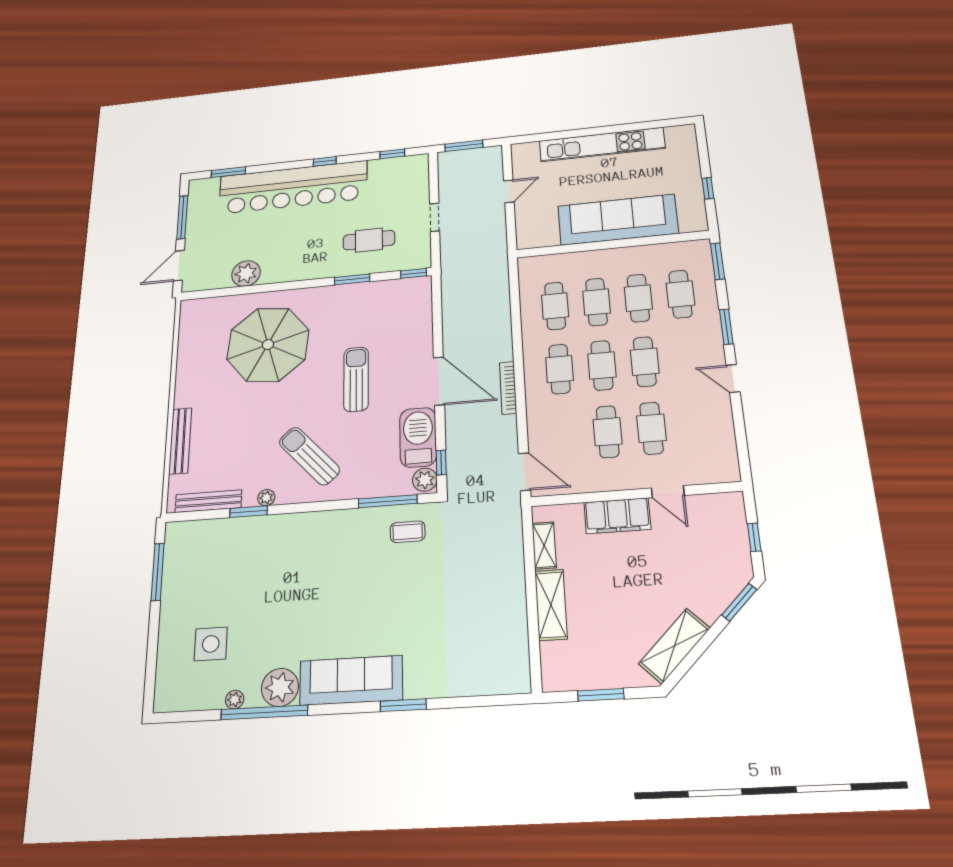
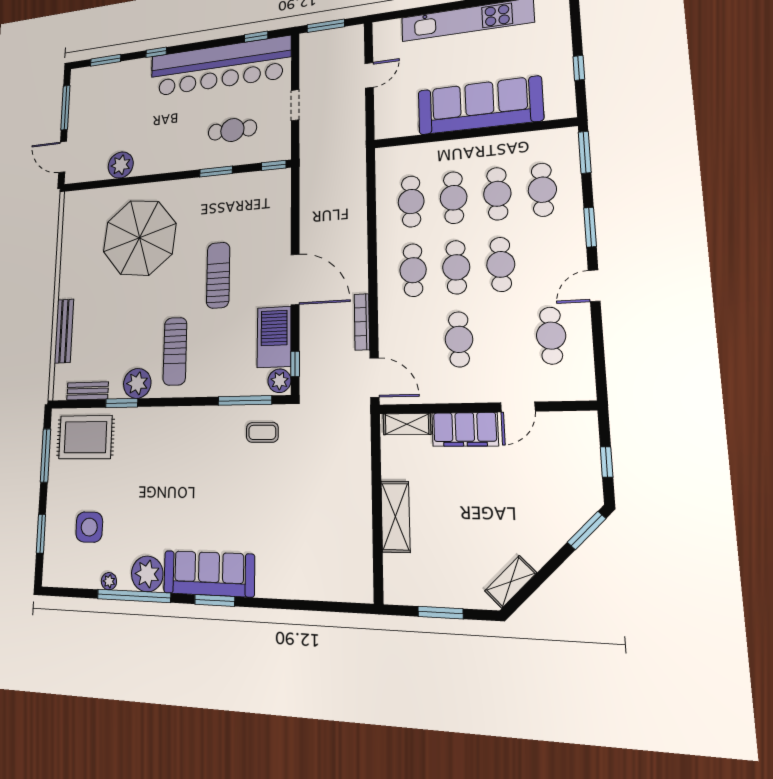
window: (325, 161) -> (156, 52), moved
bar counter: (293, 187) -> (220, 67), moved
door: (179, 266) -> (63, 157), hinge flipped
door: (733, 378) -> (594, 286), hinge flipped
bookcase: (508, 388) -> (362, 322), moved
cafe table: (651, 428) -> (551, 336), moved
sun lounger: (309, 456) -> (175, 351), turned -137
door: (668, 492) -> (518, 407), hinge flipped
plant: (266, 498) -> (137, 383), width x1.88, depth x1.88
bench: (208, 501) -> (87, 391), width x0.73
shelving: (544, 545) -> (407, 424), moved, turned 90
rug: (206, 549) -> (85, 437), added
shelving: (674, 646) -> (511, 582), width x0.67, depth x0.75
window: (152, 656) -> (41, 534), added
window: (403, 705) -> (215, 600), moved

